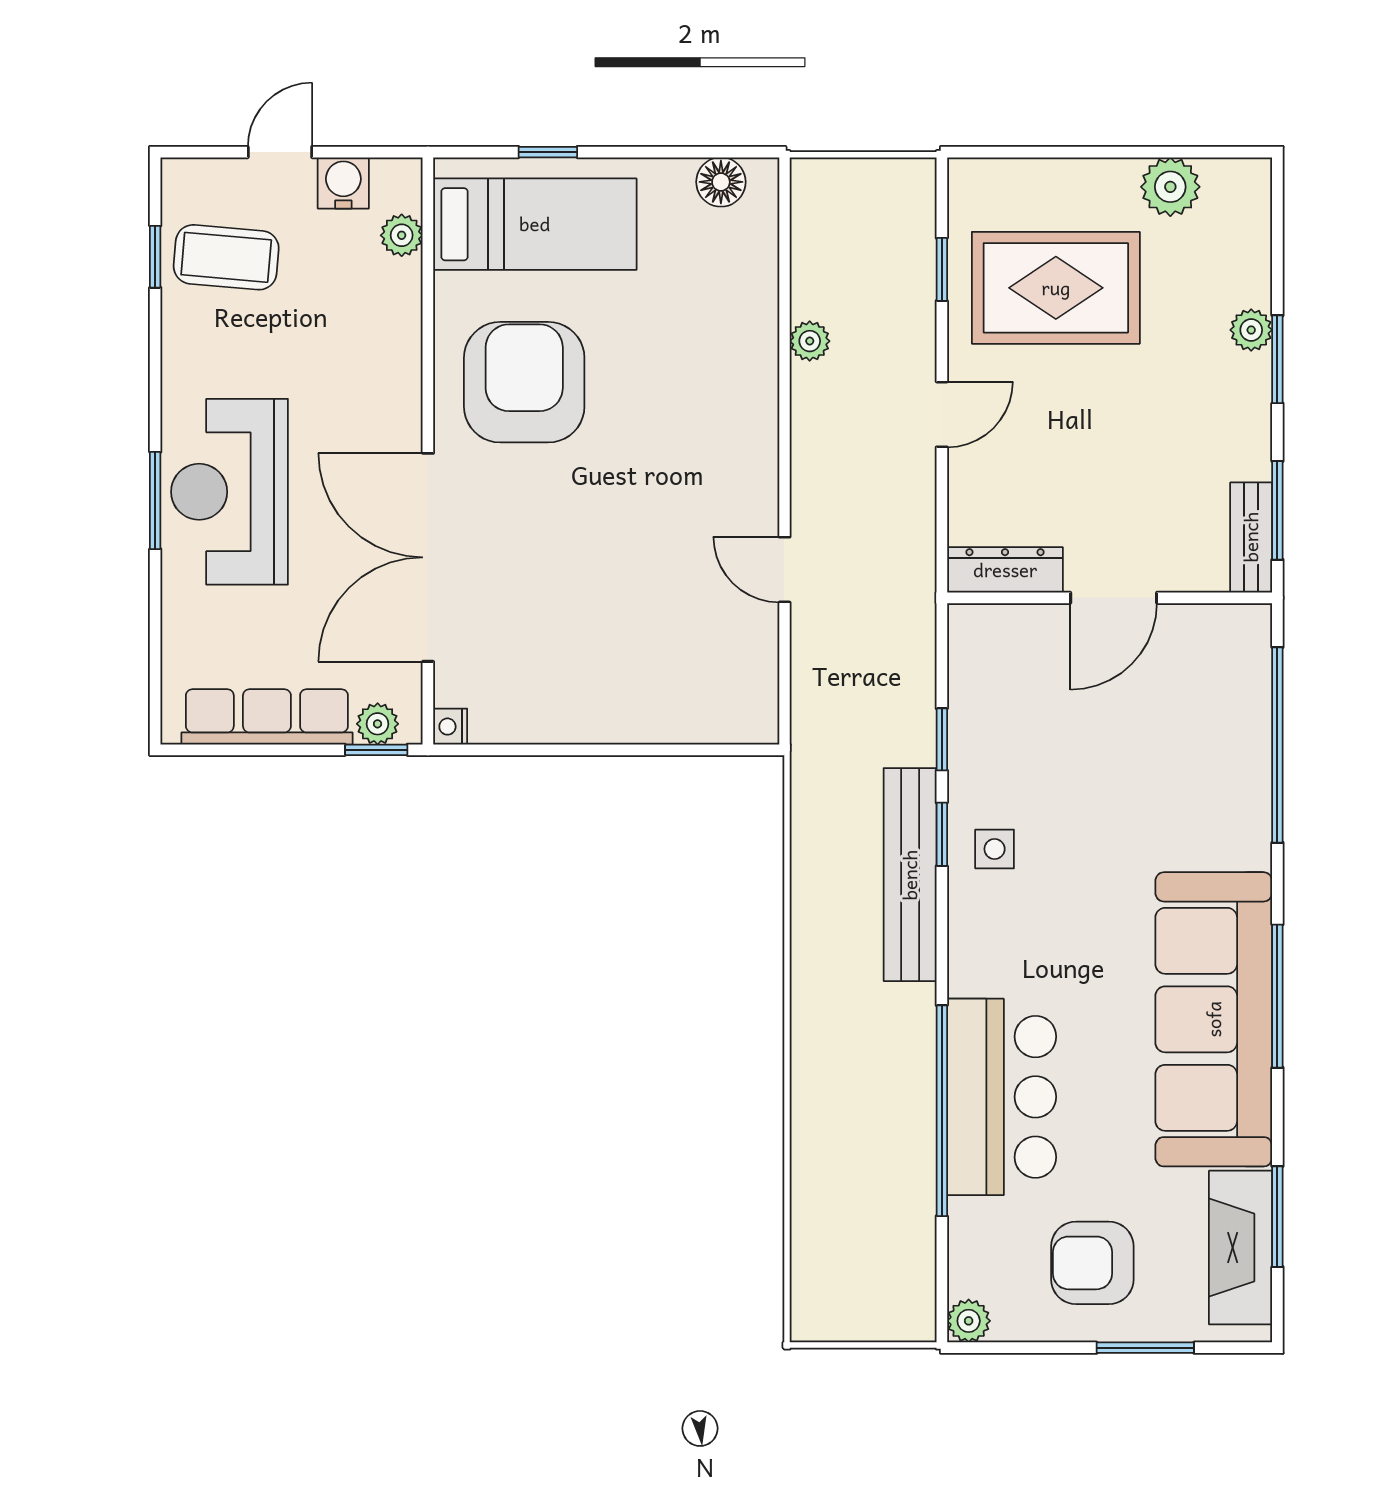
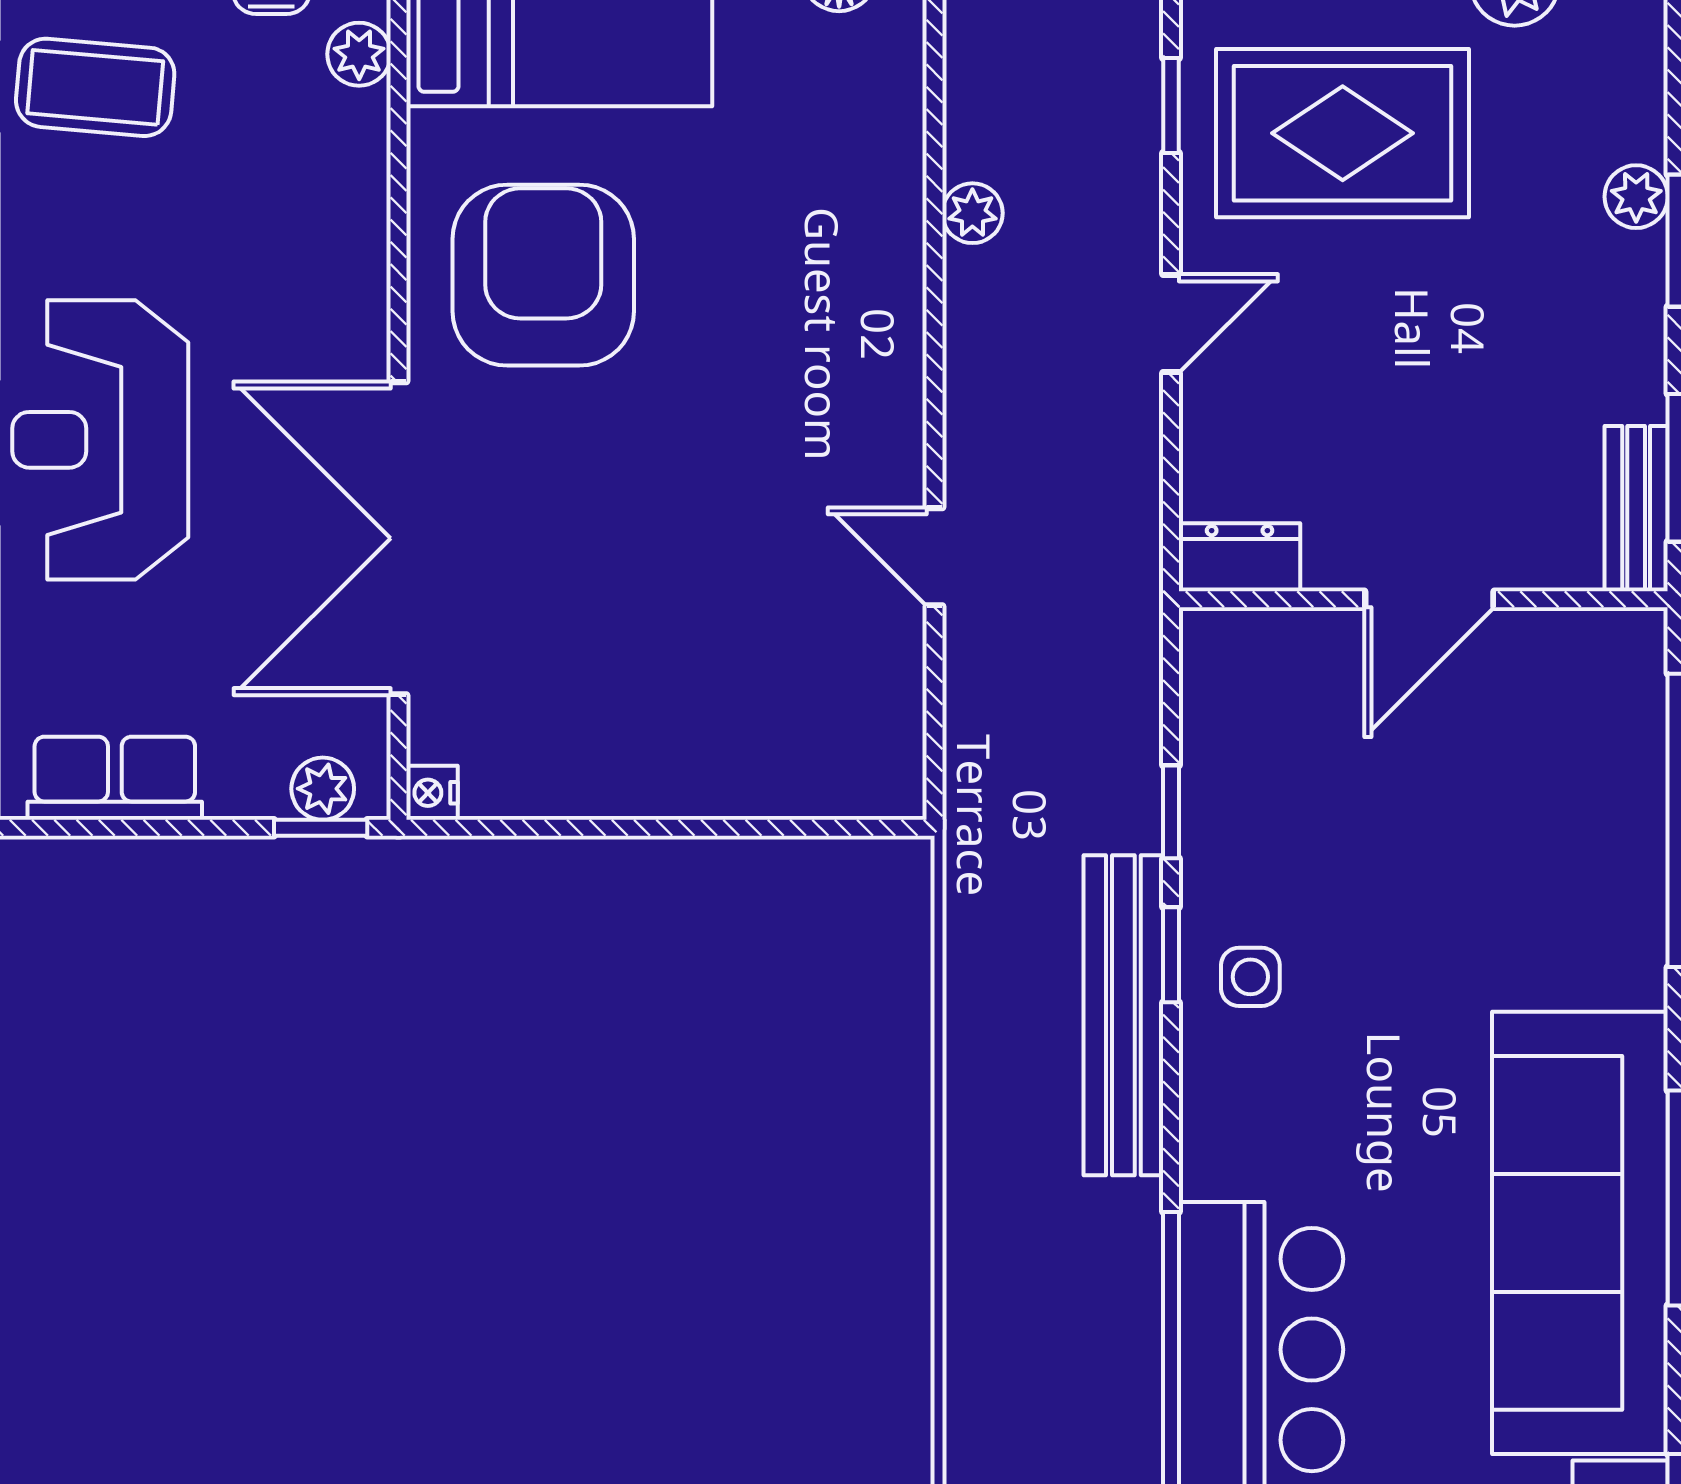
dresser: (1005, 570) -> (1240, 557), width x0.70
row of seats: (267, 717) -> (115, 778), width x0.68

